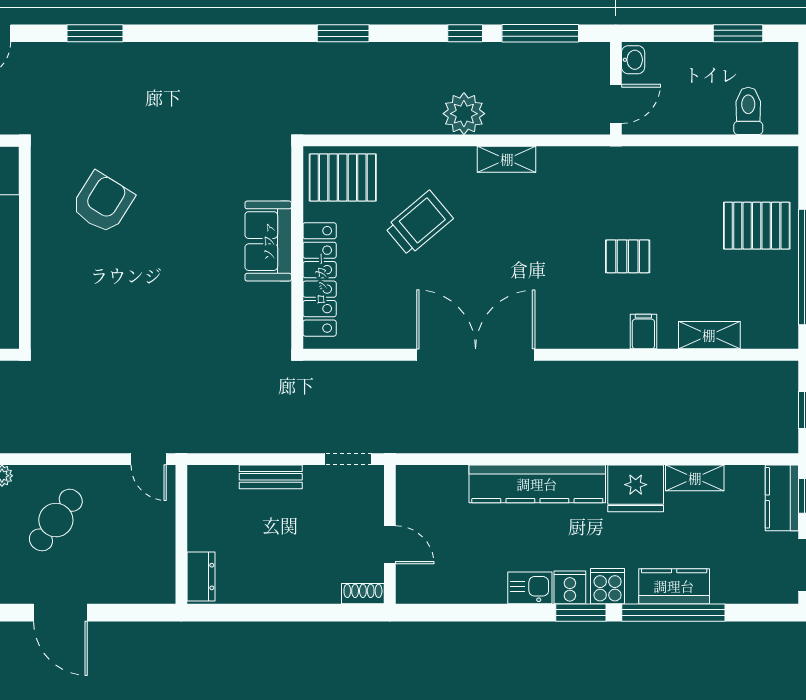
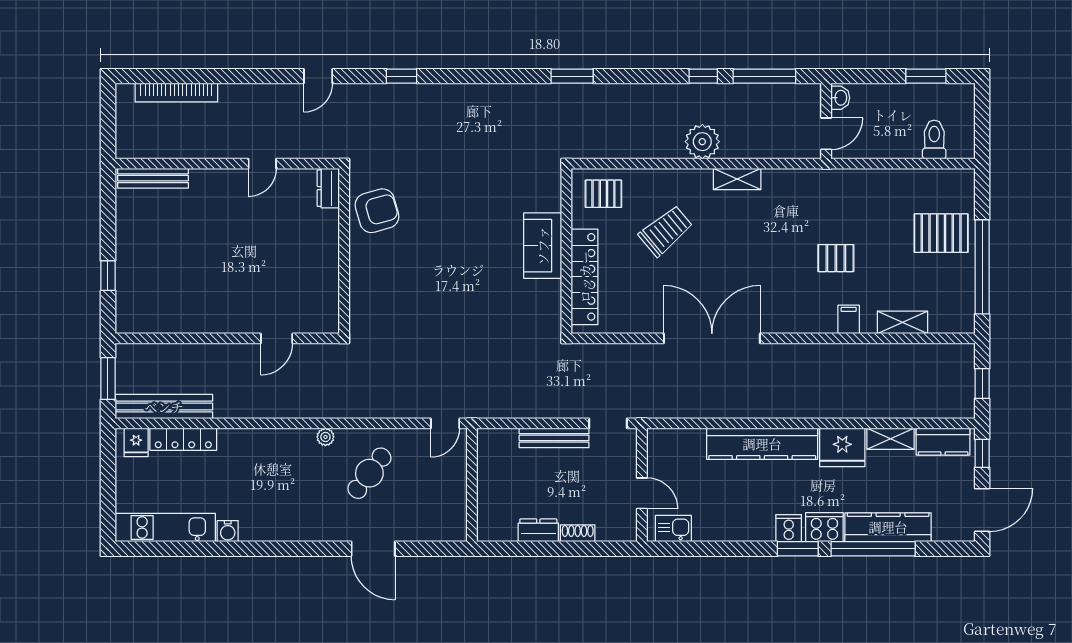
window: (95, 33) -> (401, 76), width x0.67
window: (343, 33) -> (572, 76), moved
pallet: (343, 177) -> (603, 194), width x0.67, depth x0.71
armchair: (103, 203) -> (377, 211), moved, turned 42
door: (149, 459) -> (445, 423), hinge flipped
bench: (271, 477) -> (554, 438), width x1.36
kitchen counter: (782, 498) -> (943, 442), moved, turned -90
dresser: (201, 577) -> (538, 530), moved, turned -90
cooker: (608, 586) -> (824, 527), width x1.36
kitchen counter: (674, 586) -> (888, 527), width x1.50
kitchen sink: (530, 588) -> (673, 529), moved
shoe rack: (363, 594) -> (578, 533), moved

